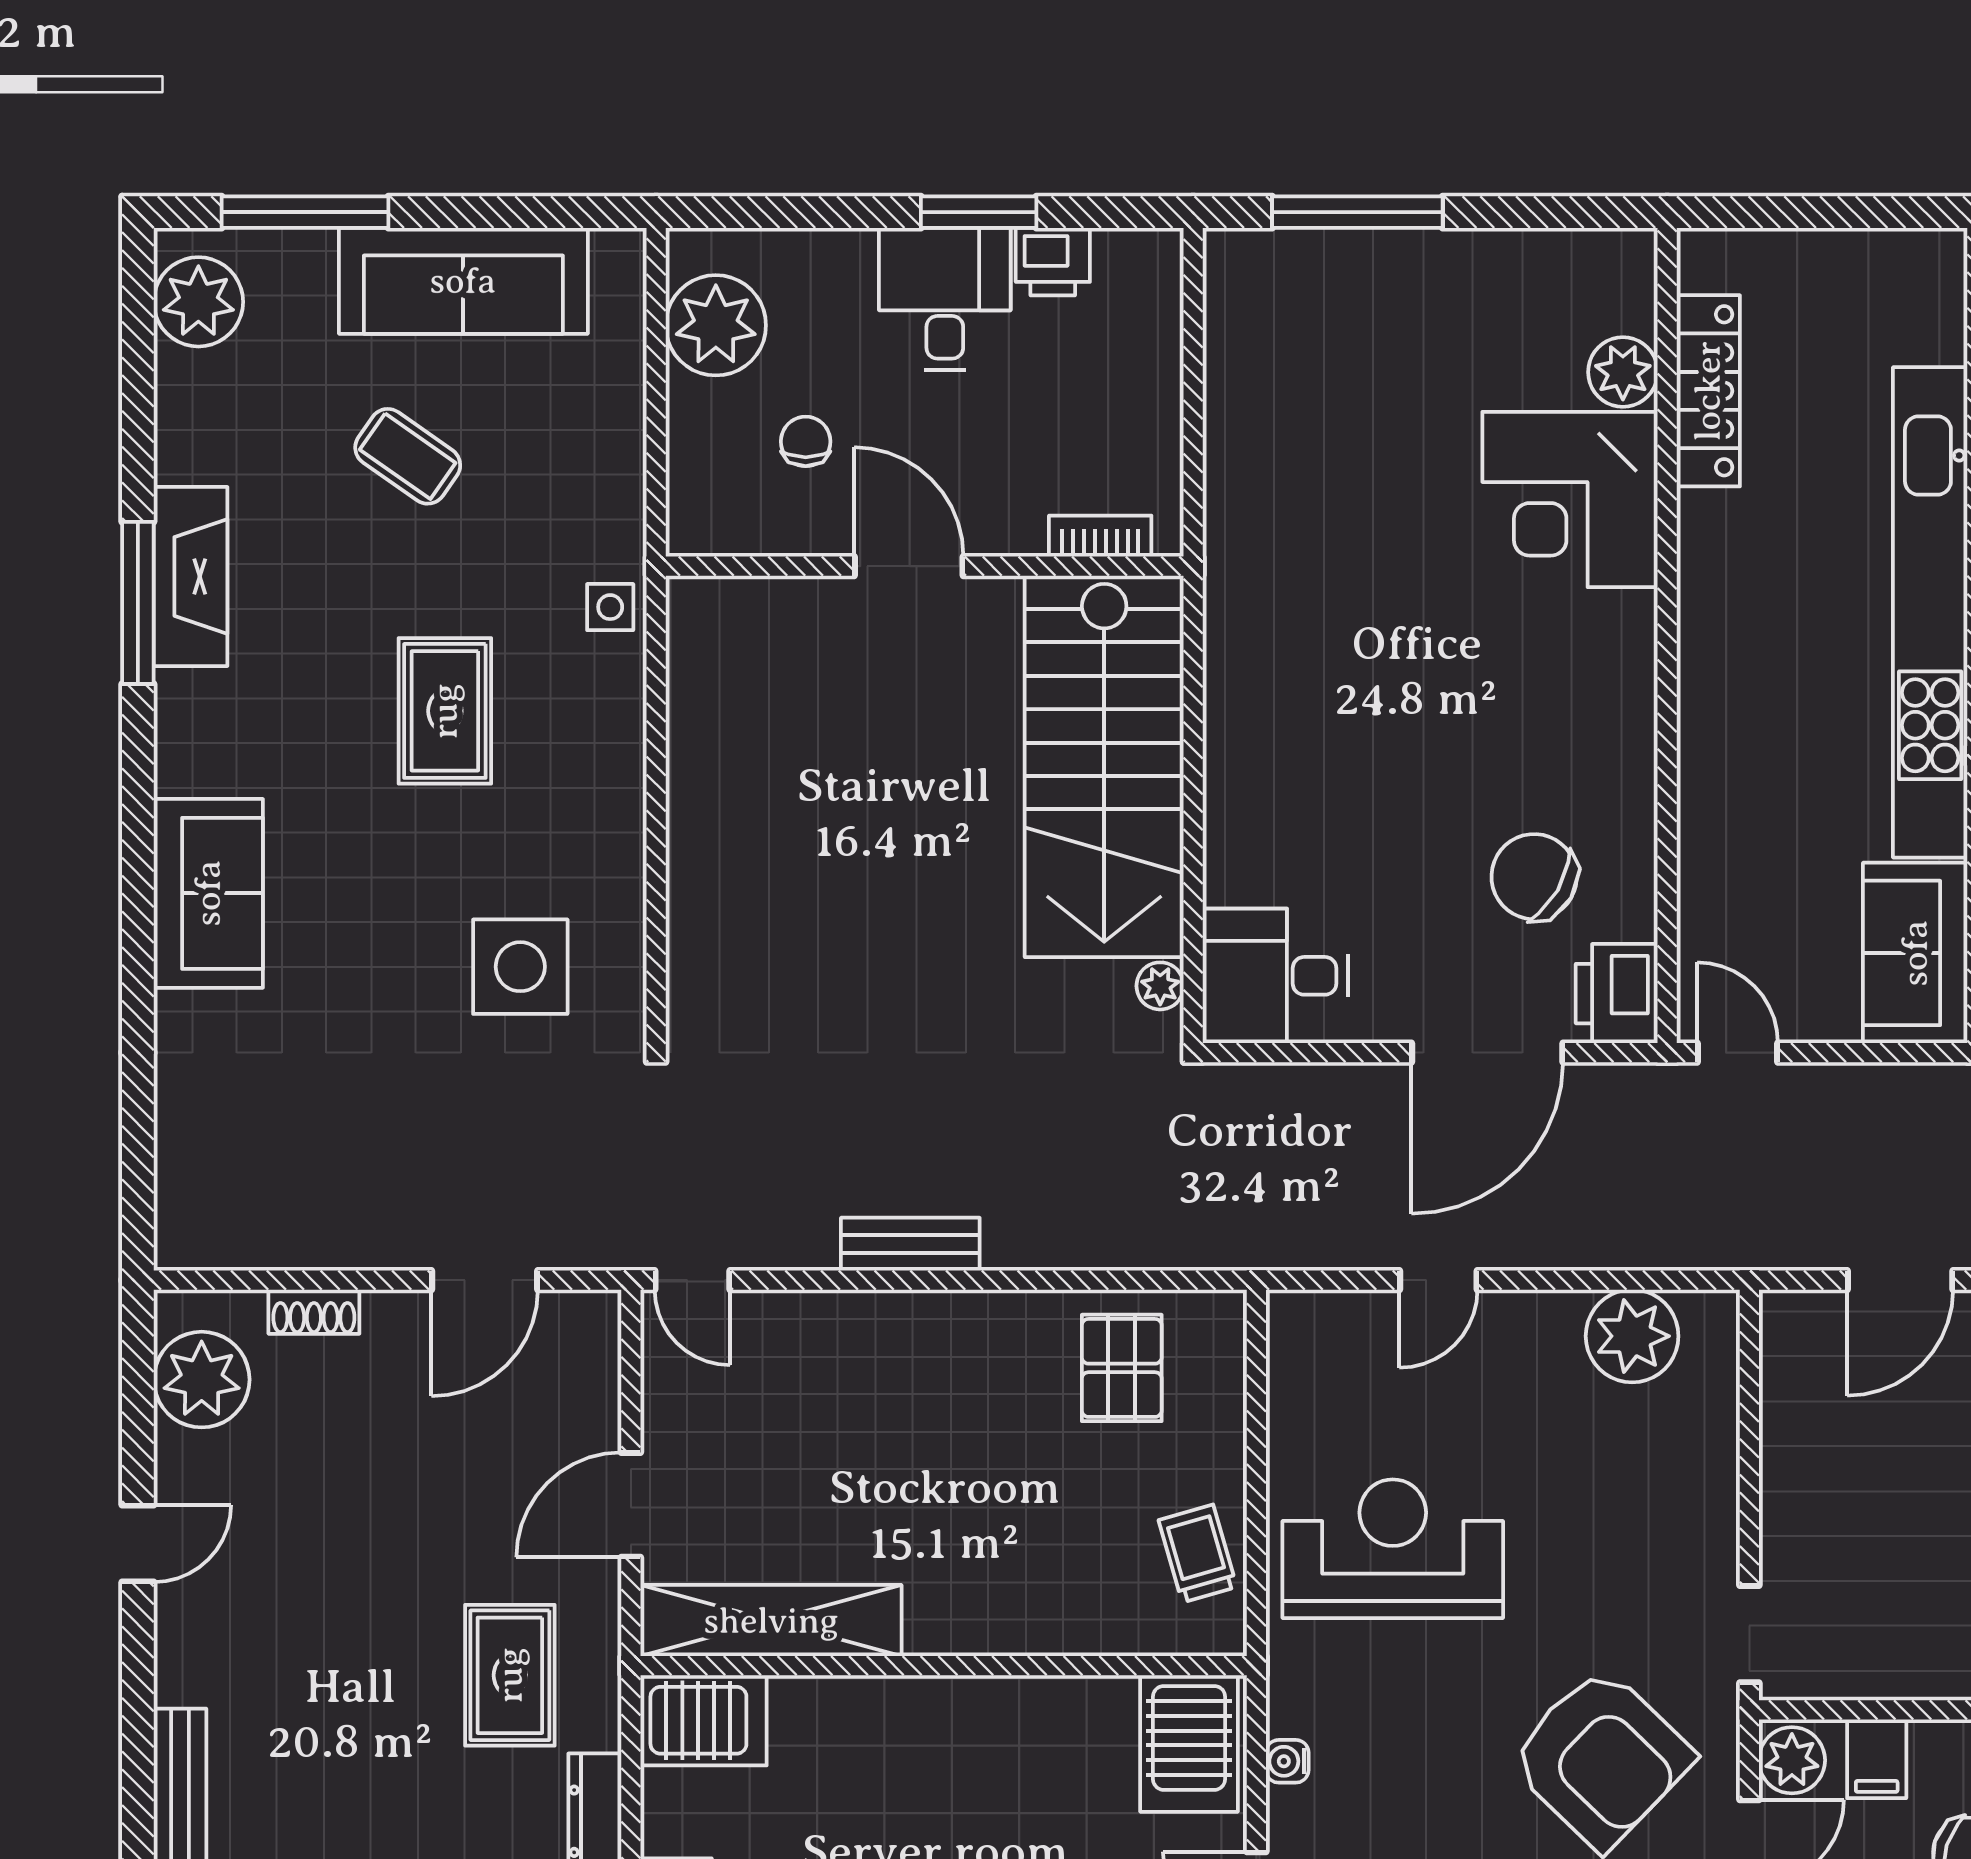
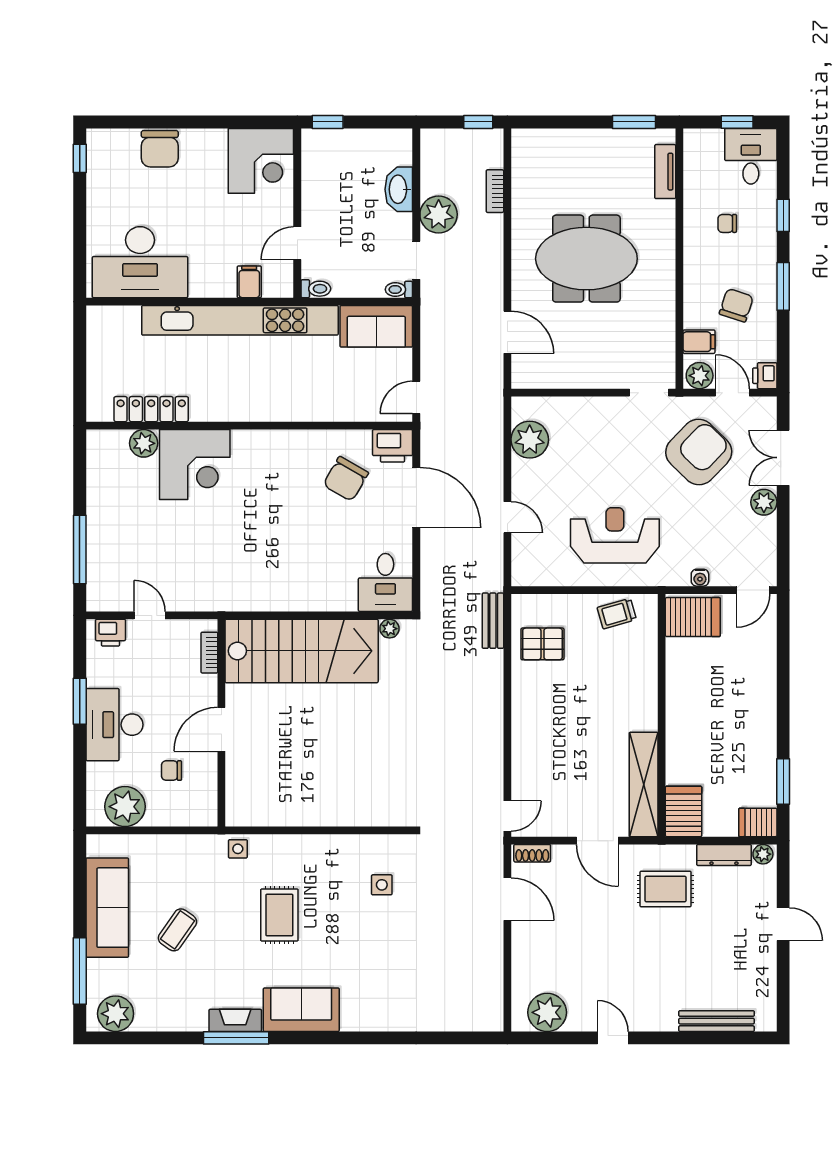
printer: (1053, 262) -> (110, 633), moved, turned 90
desk: (945, 299) -> (114, 725), width x1.37
door: (1193, 387) -> (150, 615), added
fireplace: (191, 576) -> (235, 1020), width x0.73, depth x0.76
rug: (445, 711) -> (279, 915), turned 90
sofa: (208, 893) -> (301, 1010), moved
side table: (520, 967) -> (382, 885), width x0.54, depth x0.54
bench: (910, 1244) -> (493, 621), moved
shoe rack: (314, 1312) -> (532, 853), moved, turned 90
reception desk: (1393, 1549) -> (615, 535), turned 90

